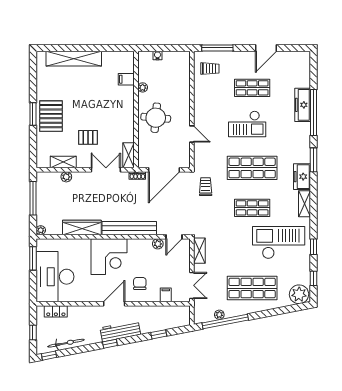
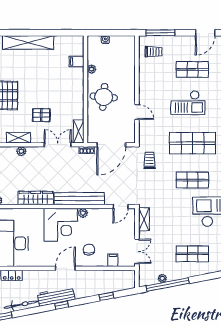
plant: (158, 244) -> (83, 213), moved
shop shelf: (252, 288) -> (192, 254), width x0.70, depth x0.74
workbench: (120, 331) -> (56, 296), moved

